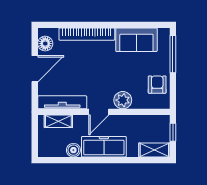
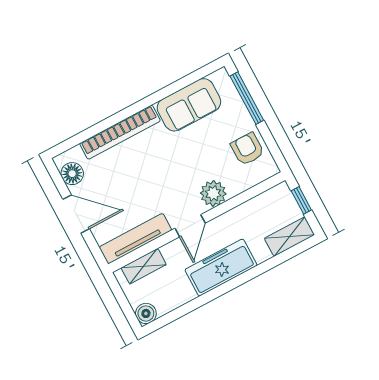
door: (35, 69) -> (76, 214), hinge flipped
boiler: (73, 150) -> (146, 313), moved

